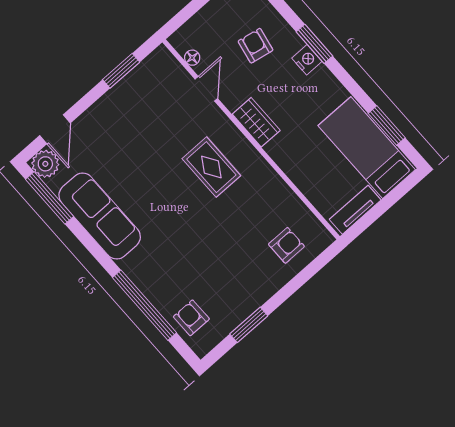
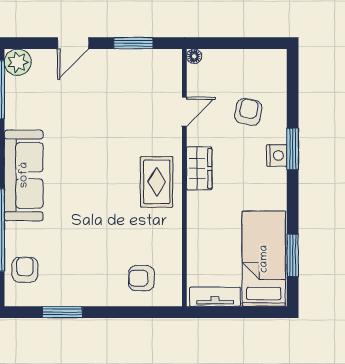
floor lamp: (192, 58) -> (194, 56), moved
door: (55, 129) -> (73, 43), moved
rug: (211, 167) -> (157, 182), moved
sofa: (100, 216) -> (24, 175), moved
armchair: (286, 245) -> (142, 278), turned 180

